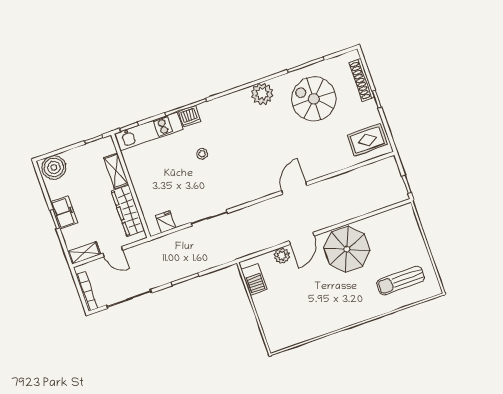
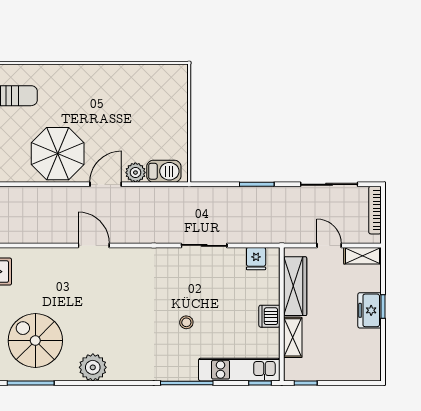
spiral stairs: (314, 99) -> (35, 341), turned 180
dishwasher: (189, 116) -> (269, 316), moved, turned -90
boiler: (54, 167) -> (363, 366), removed
door: (294, 188) -> (94, 245), swing flipped
barbecue: (254, 279) -> (164, 171), moved, turned 90

